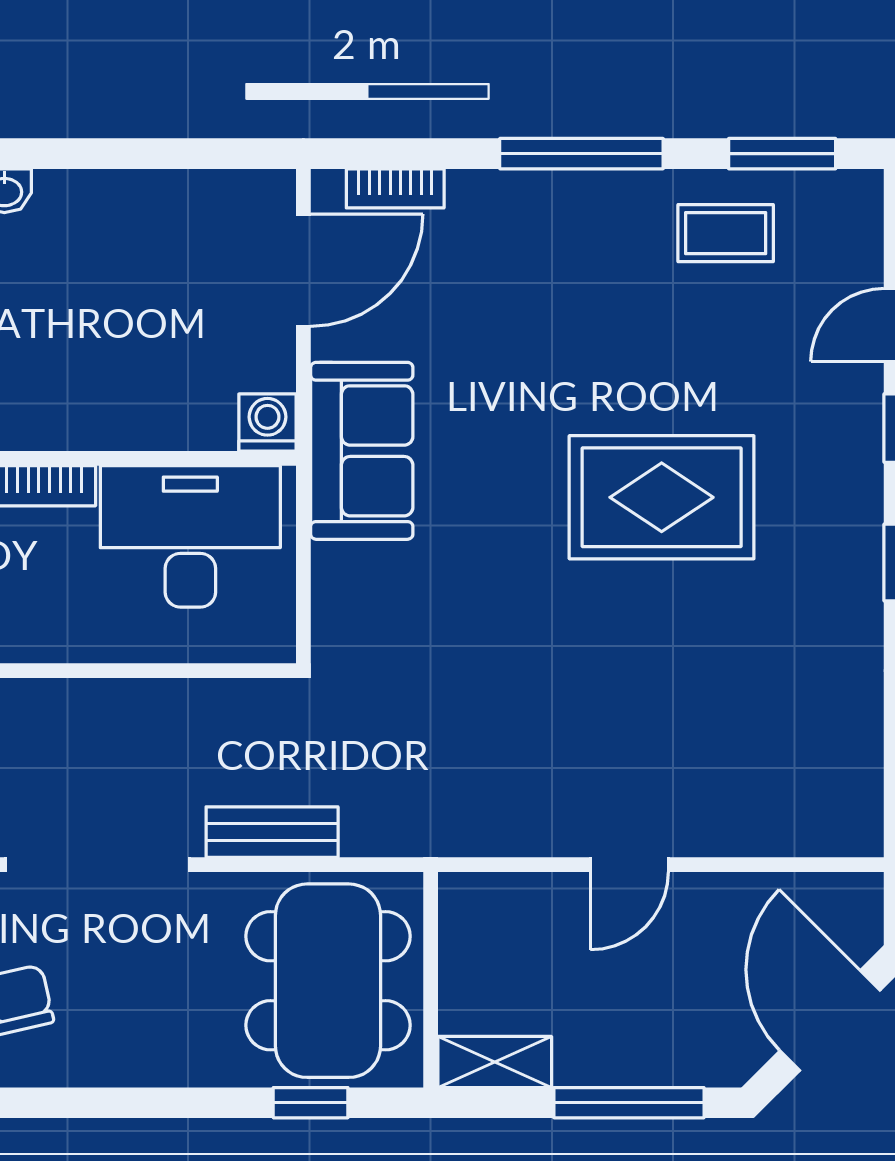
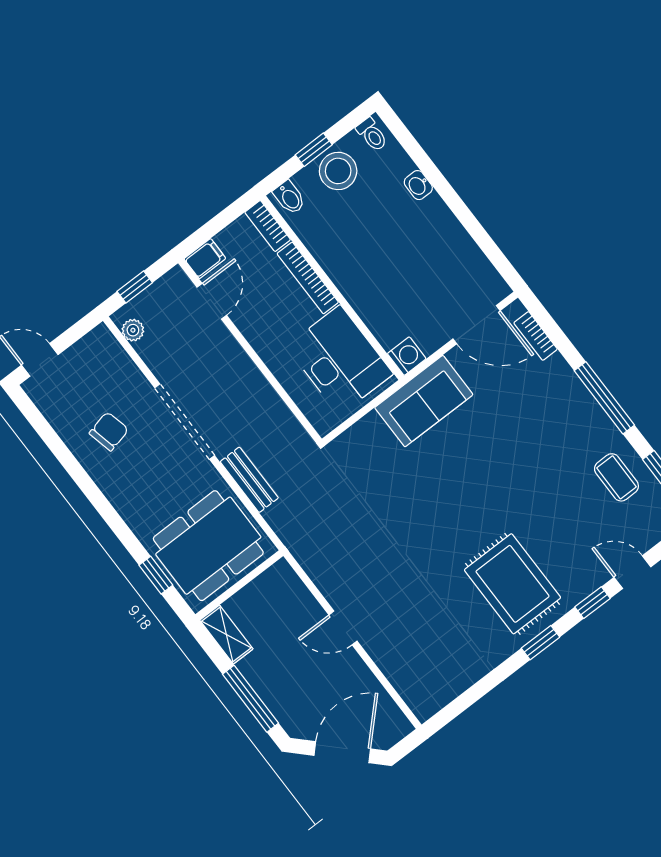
rug: (662, 497) -> (513, 584), moved

